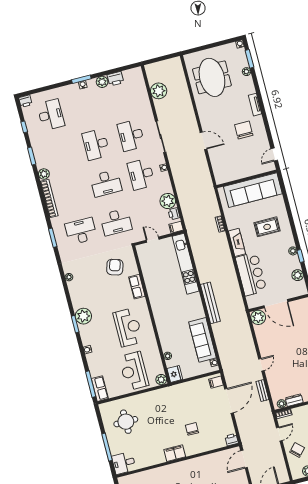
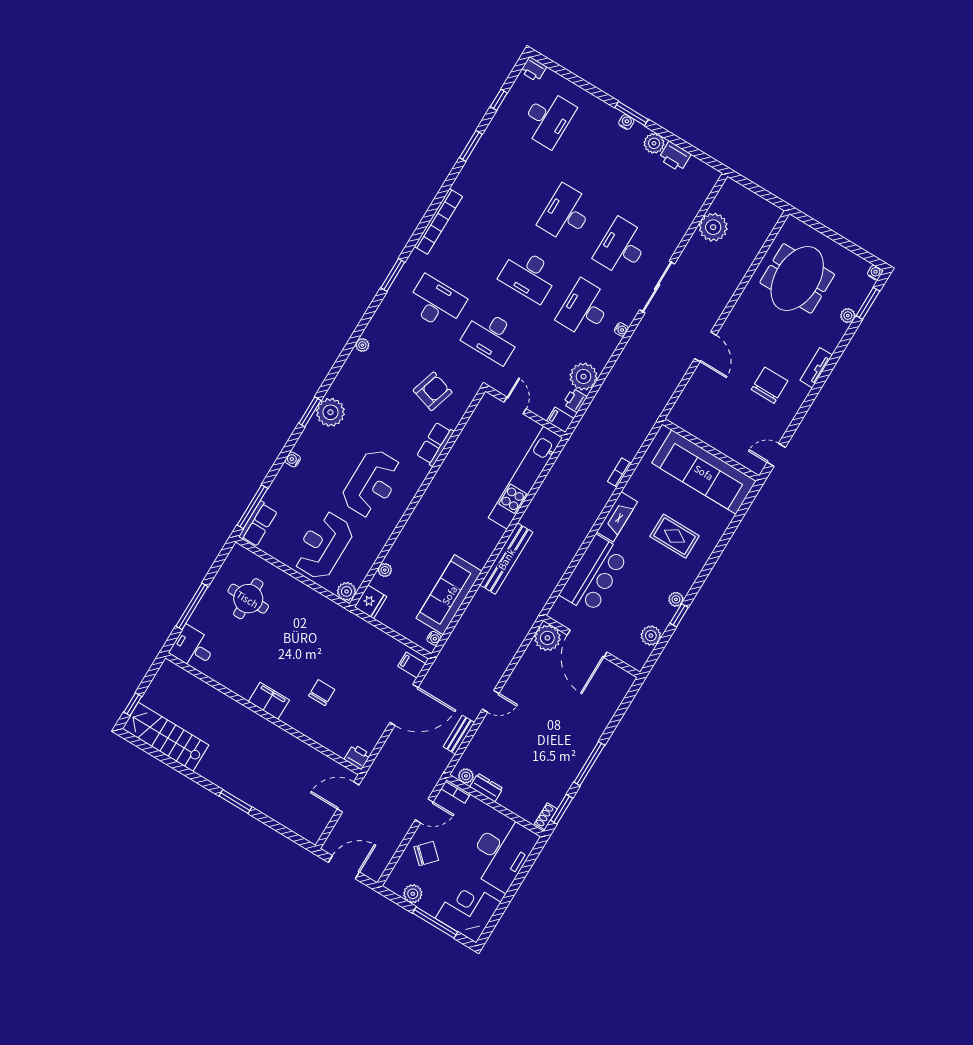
plant: (44, 174) -> (463, 184), removed

